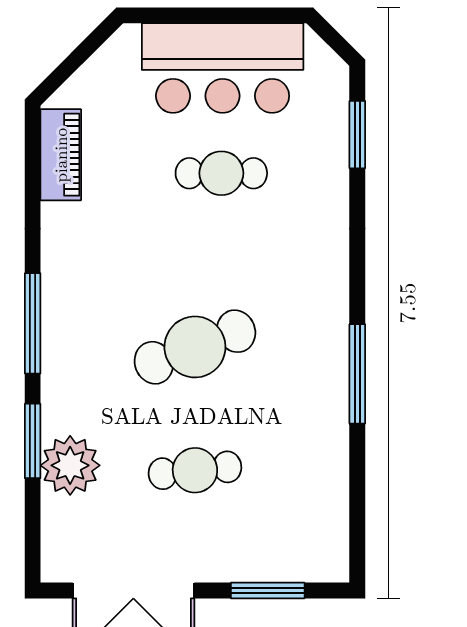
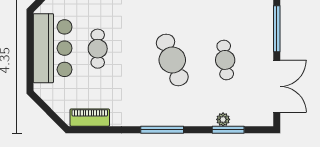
window: (33, 441) -> (228, 130), moved
plant: (70, 465) -> (223, 119), width x0.53, depth x0.53
window: (268, 591) -> (277, 29), width x1.44

